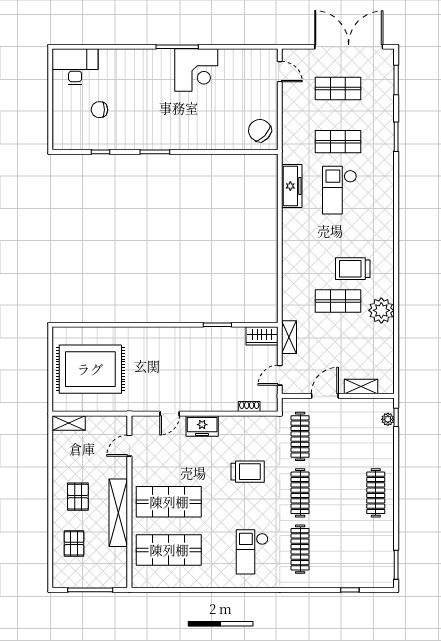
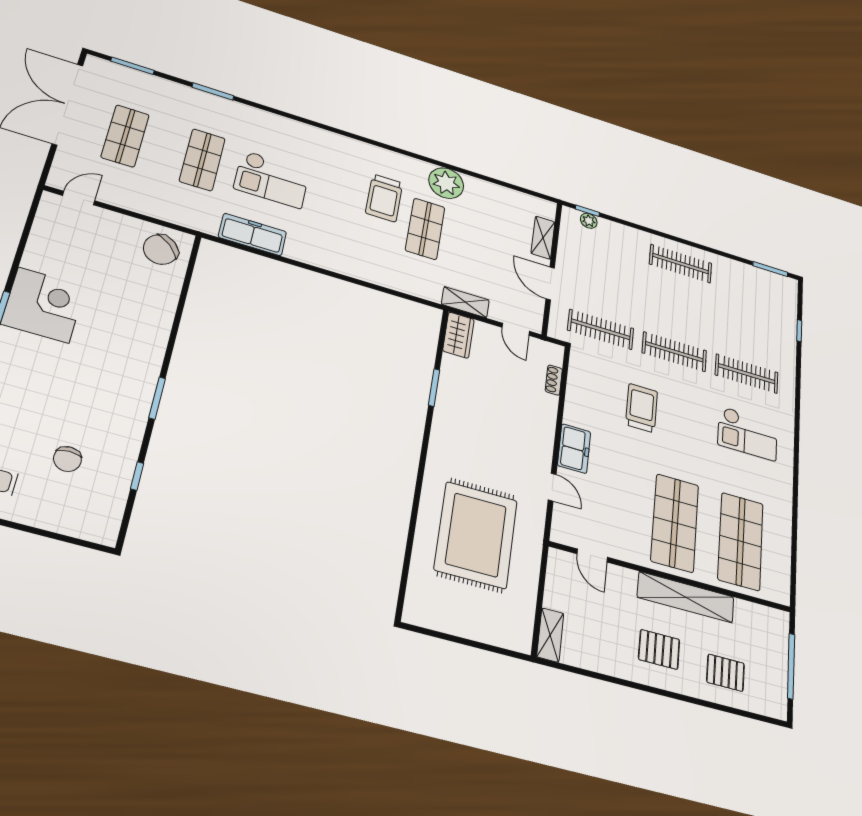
rug: (90, 369) -> (476, 535), moved

